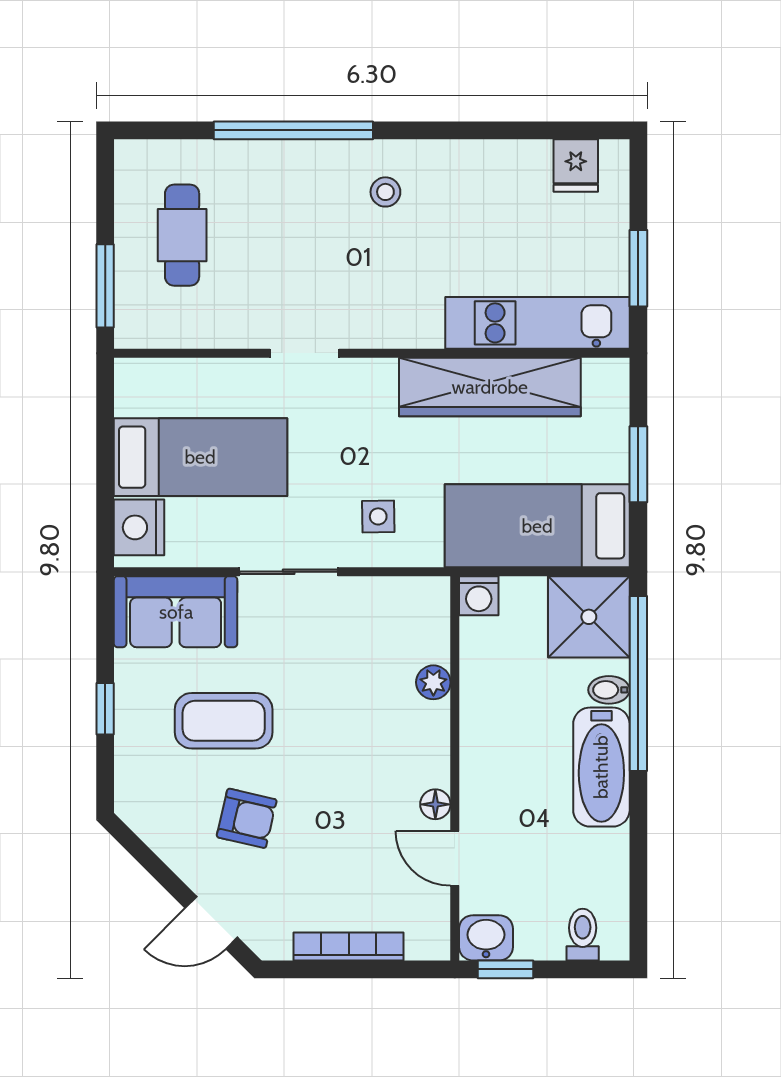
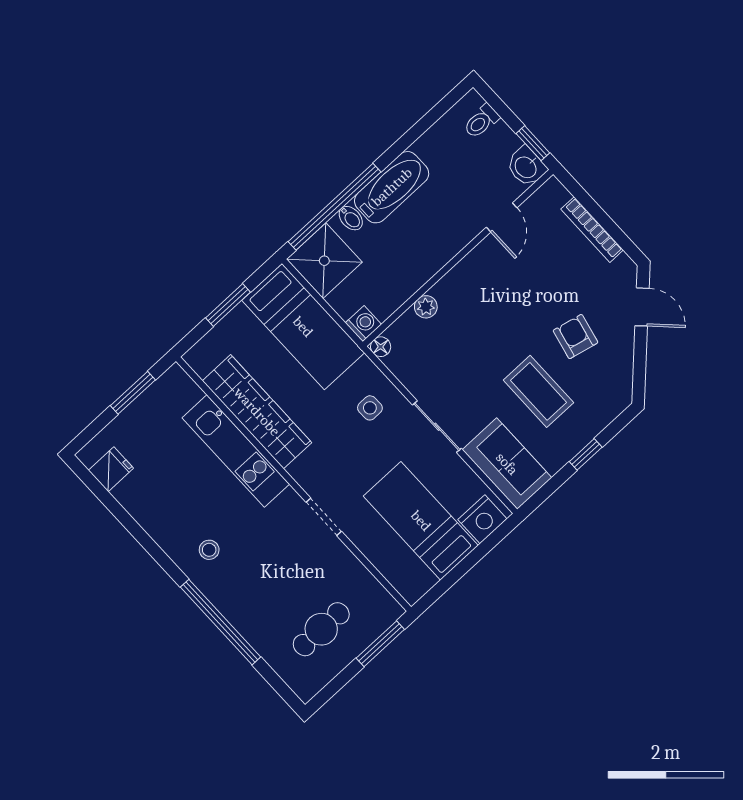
kitchen unit: (537, 323) -> (236, 451), moved
floor lamp: (435, 804) -> (381, 347), moved

